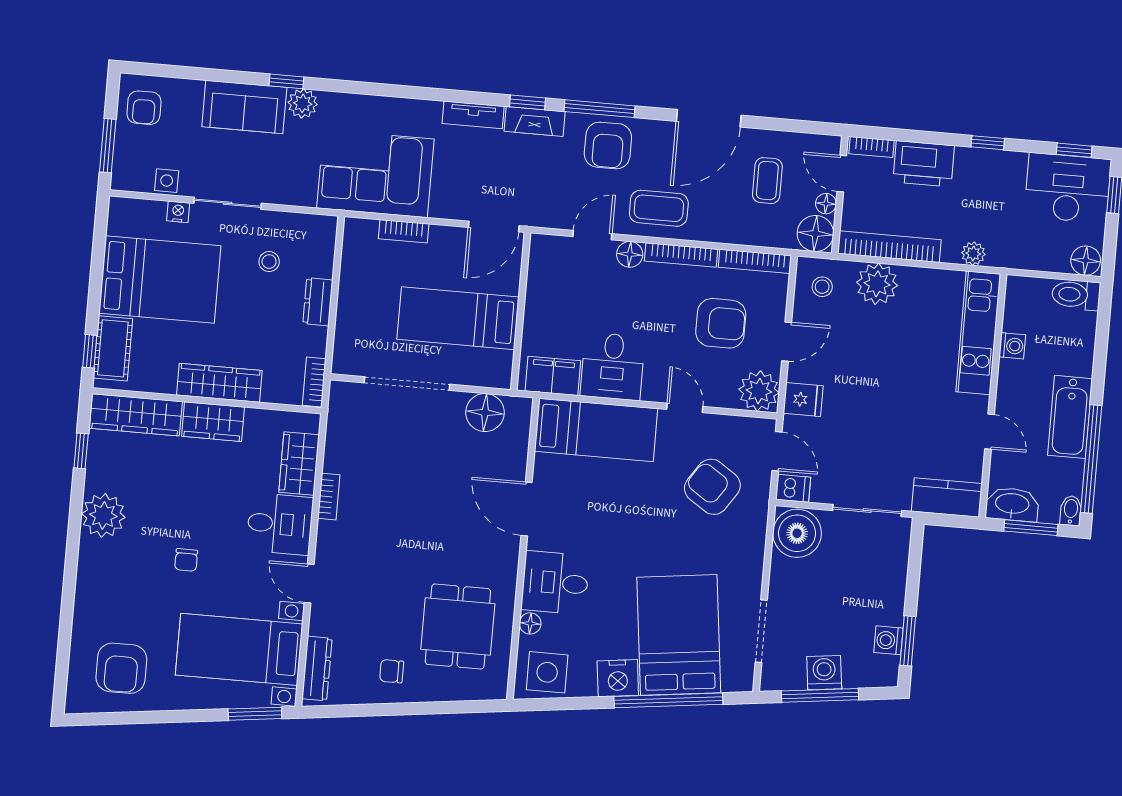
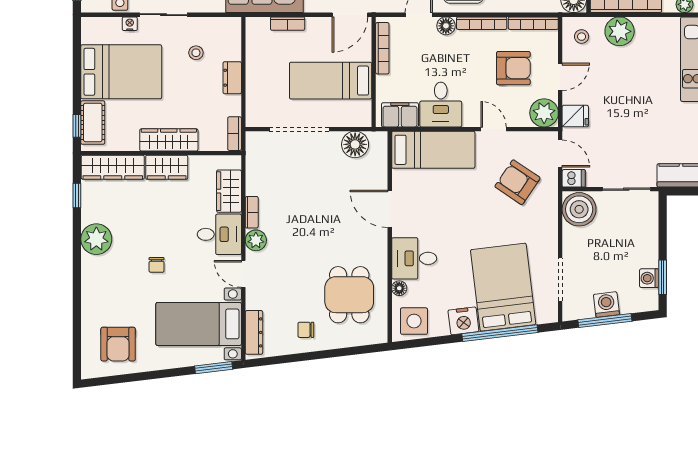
bookcase: (536, 278) -> (382, 48), added
plant: (331, 537) -> (256, 240), added

